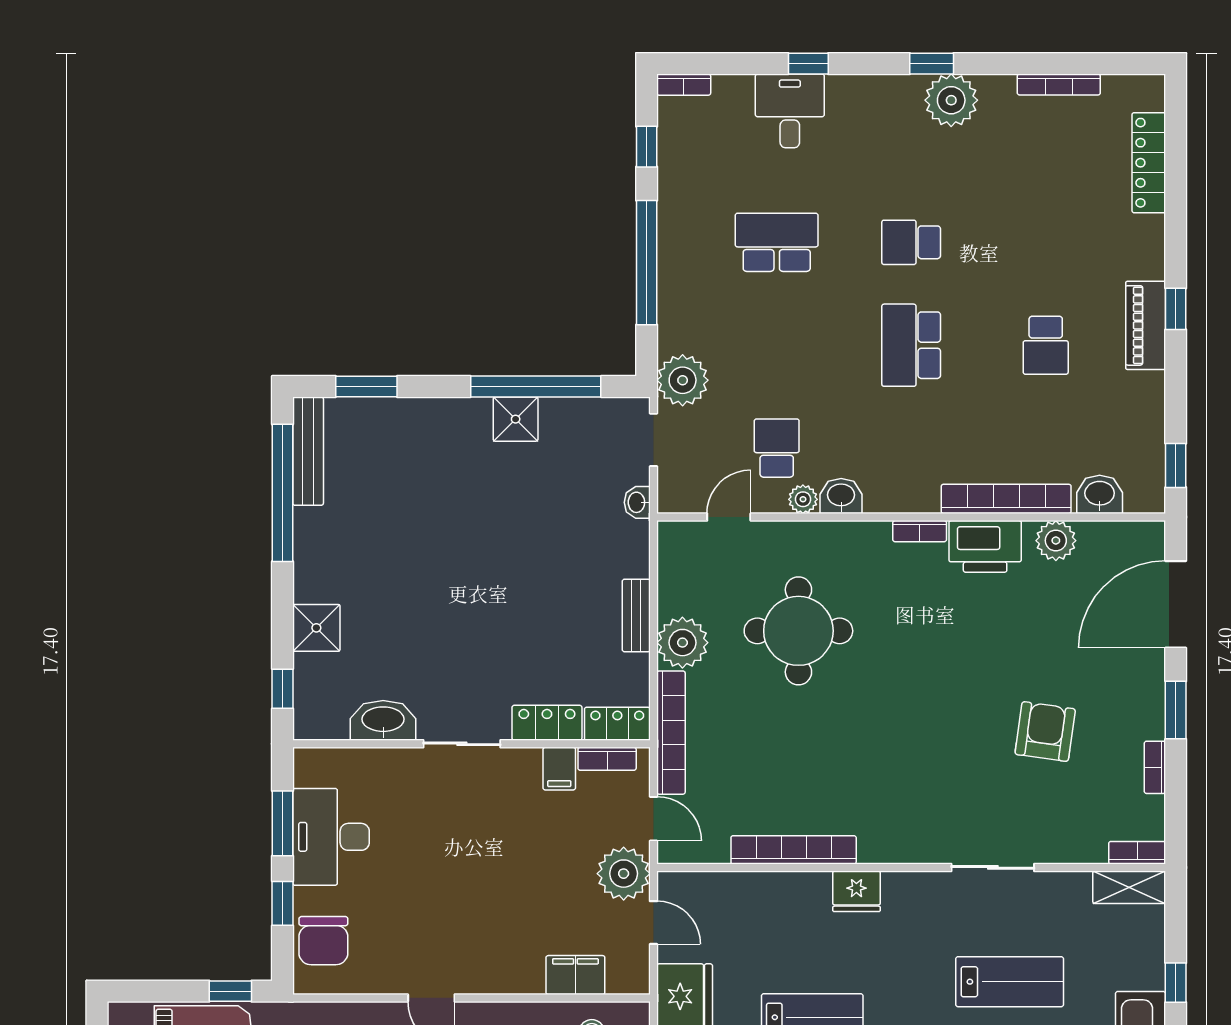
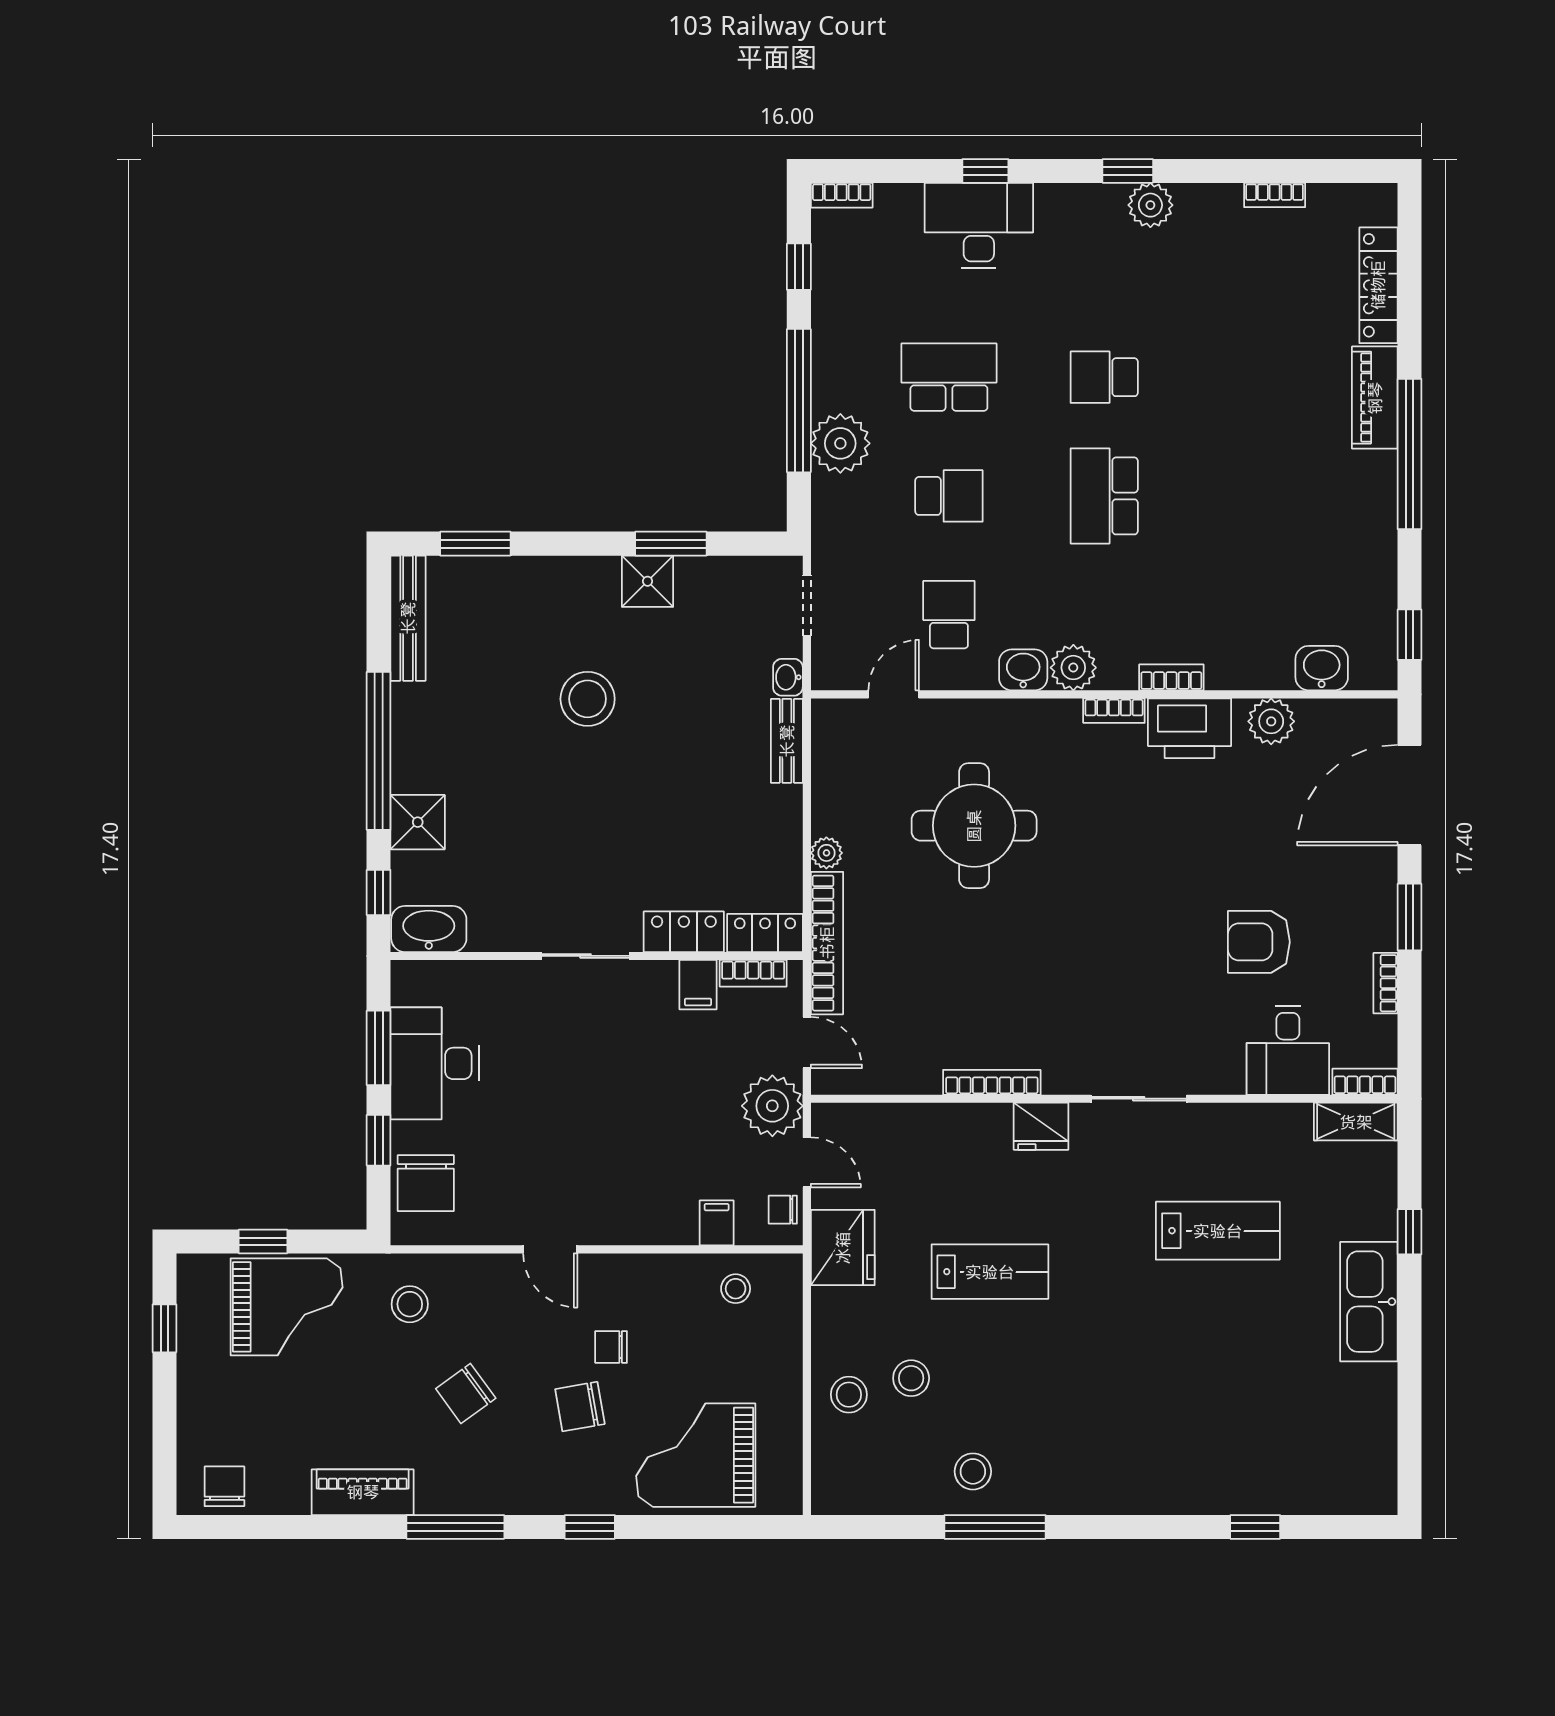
bookcase: (1059, 85) -> (1275, 195), width x0.64
plant: (951, 100) -> (1150, 205), width x0.73, depth x0.73
desk: (790, 111) -> (979, 226), width x1.37
window: (1176, 309) -> (1410, 454), width x3.17
piano: (1146, 325) -> (1375, 398), moved
school desk: (1046, 345) -> (949, 496), moved, turned -90
plant: (683, 380) -> (840, 443), moved
window: (536, 387) -> (671, 544), width x0.47
window: (283, 493) -> (379, 751), moved
plant: (803, 499) -> (1073, 668), moved, width x1.38, depth x1.38
bookcase: (1006, 499) -> (1171, 677), width x0.43, depth x0.76
stool: (464, 521) -> (588, 699), added
bench: (636, 615) -> (787, 741), moved
plant: (682, 643) -> (826, 853), width x0.53, depth x0.53
washbasin: (383, 720) -> (429, 929), moved
armchair: (1045, 732) -> (1259, 942), turned -98
desk: (1070, 825) -> (1288, 1050), added
bookcase: (794, 850) -> (992, 1082), width x0.68, depth x0.76
sliding door: (993, 867) -> (1139, 1099), moved
chair: (633, 964) -> (783, 1210), added
filing cabinet: (575, 975) -> (717, 1223), width x0.50
window: (230, 991) -> (263, 1241), moved

